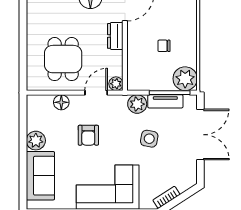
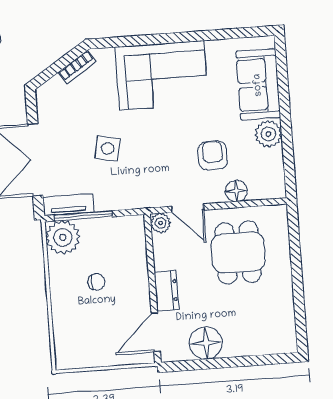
door: (96, 93) -> (188, 208), hinge flipped
tv unit: (165, 101) -> (68, 205), moved
plant: (137, 104) -> (128, 196), removed
armchair: (88, 135) -> (213, 155), moved

